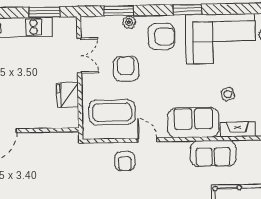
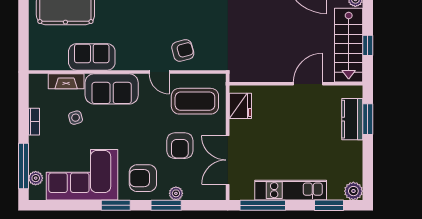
window: (119, 11) -> (166, 205), moved
window: (44, 12) -> (263, 205), width x1.44
double door: (79, 56) -> (228, 160), width x1.37
fridge: (68, 95) -> (240, 106), moved
armchair: (125, 161) -> (183, 50), turned 75

